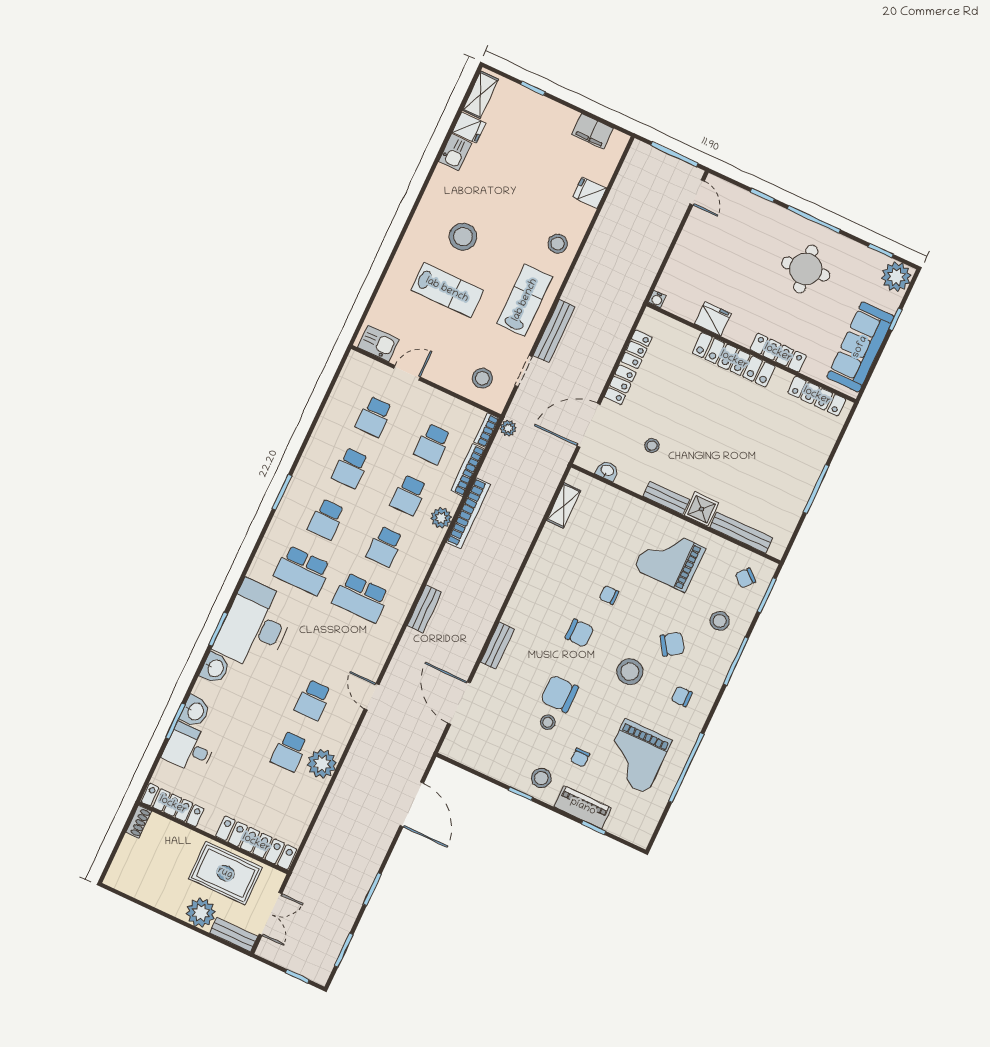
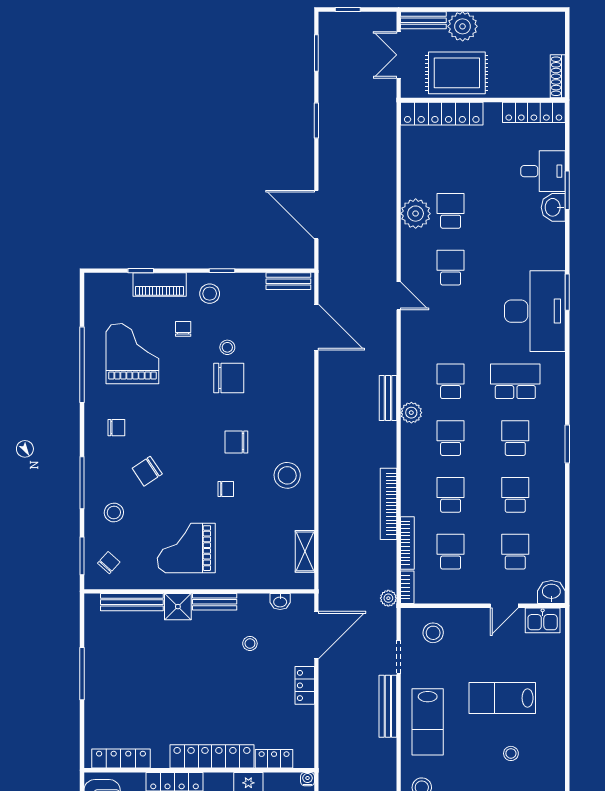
stool: (463, 237) -> (511, 753), width x0.53, depth x0.53
locker: (637, 349) -> (274, 759), moved, turned 90
plant: (441, 518) -> (411, 413), moved
grand piano: (669, 558) -> (186, 548), turned 180
school desk: (361, 598) -> (451, 381), width x0.54
bench: (497, 646) -> (288, 281), moved, turned 90
washbasin: (215, 668) -> (551, 592), moved, turned 90
stool: (630, 672) -> (287, 475), moved
shoe rack: (139, 822) -> (558, 76), width x1.43

